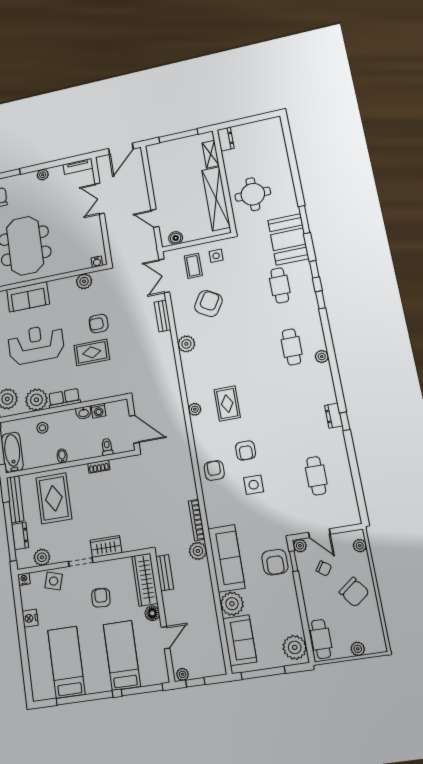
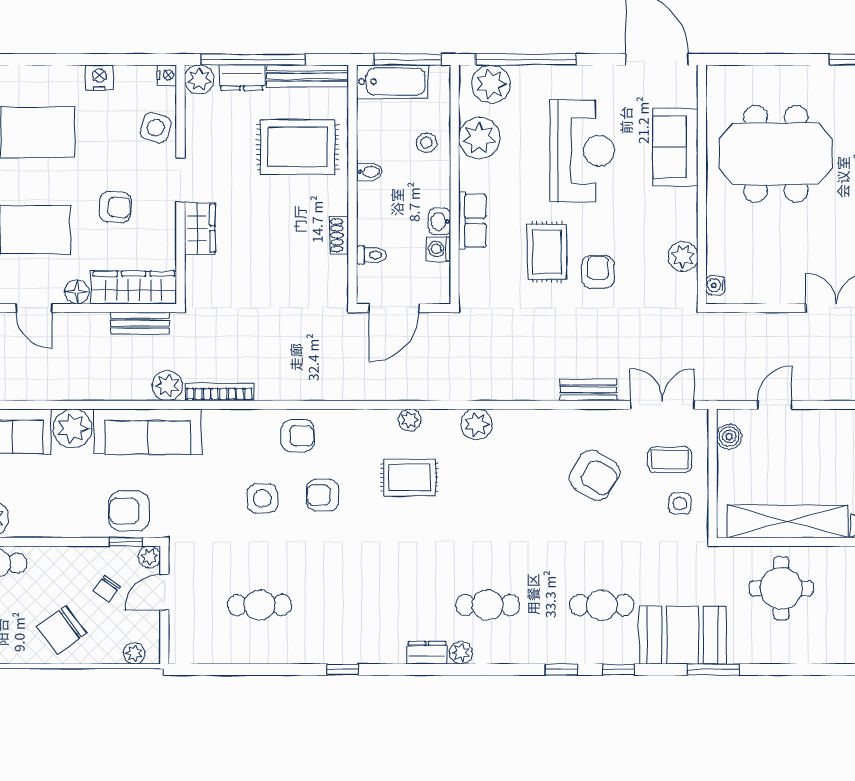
plant: (186, 344) -> (477, 424), moved
row of seats: (64, 398) -> (472, 221), moved
dresser: (333, 416) -> (427, 653), moved
plant: (42, 557) -> (199, 79), moved

